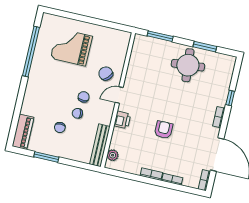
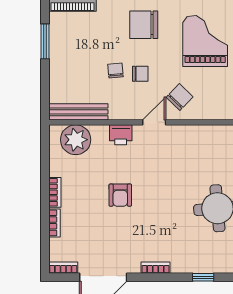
door: (119, 95) -> (154, 122), hinge flipped
window: (230, 98) -> (203, 277), moved
chair: (60, 127) -> (144, 25), moved, width x1.87, depth x1.87
armchair: (164, 130) -> (120, 195), turned 90
plant: (113, 155) -> (76, 140), width x1.88, depth x1.88

